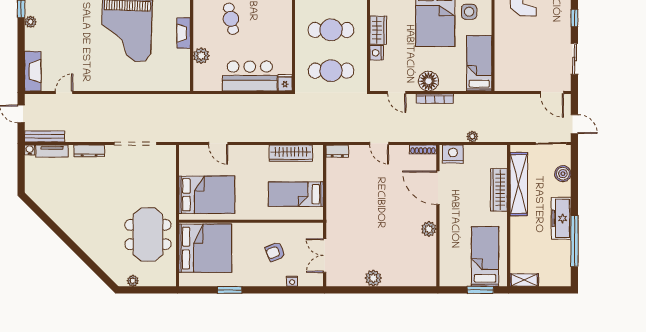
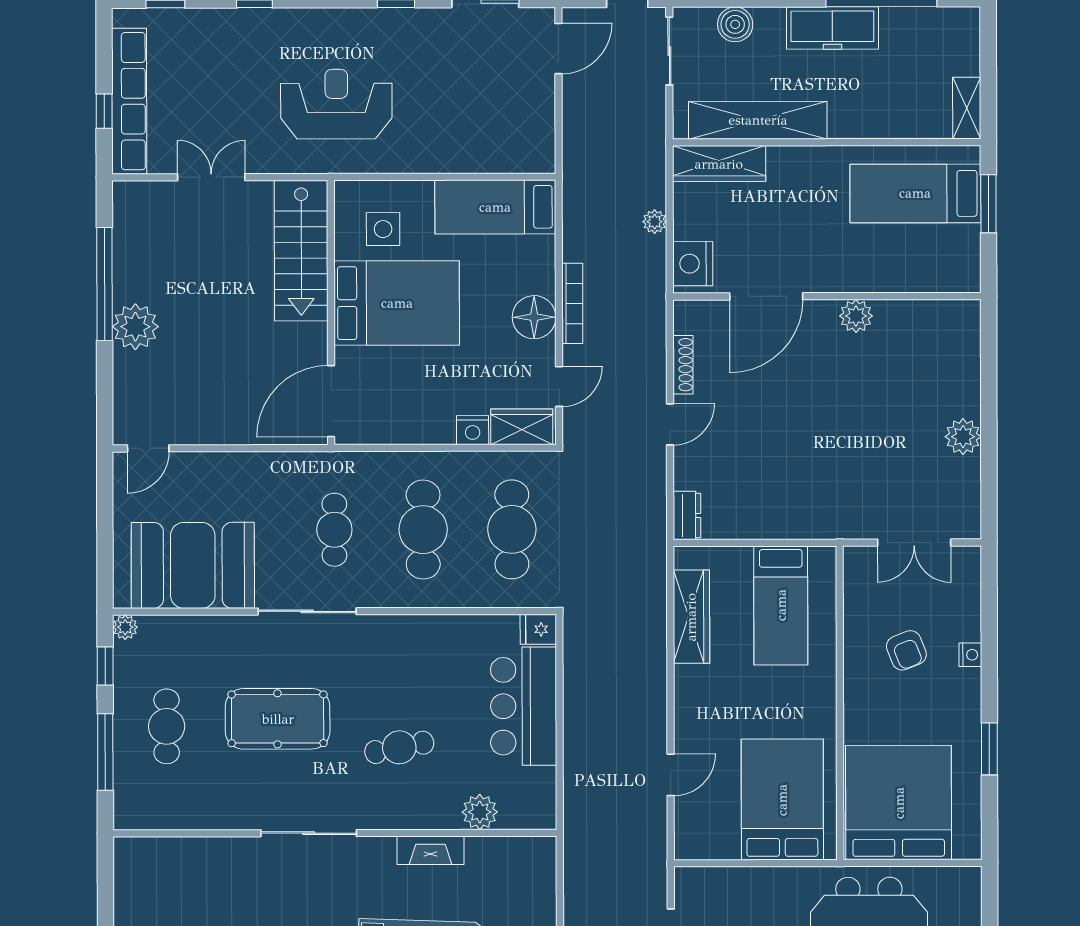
wardrobe: (378, 30) -> (522, 427), moved
shoe rack: (423, 149) -> (683, 365), moved
wardrobe: (499, 190) -> (719, 164), moved
nightstand: (292, 281) -> (970, 655), moved

